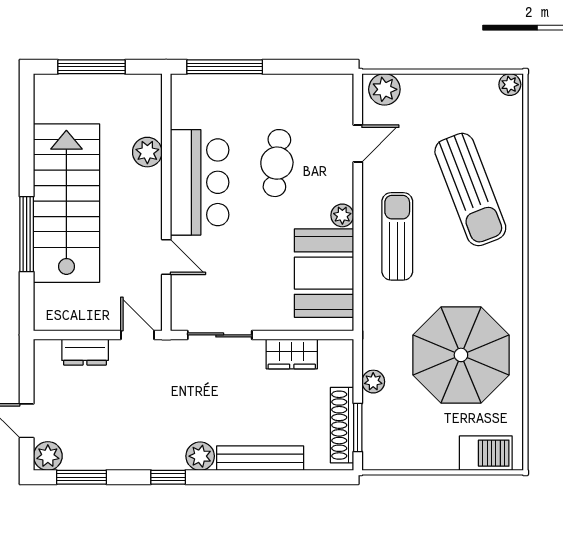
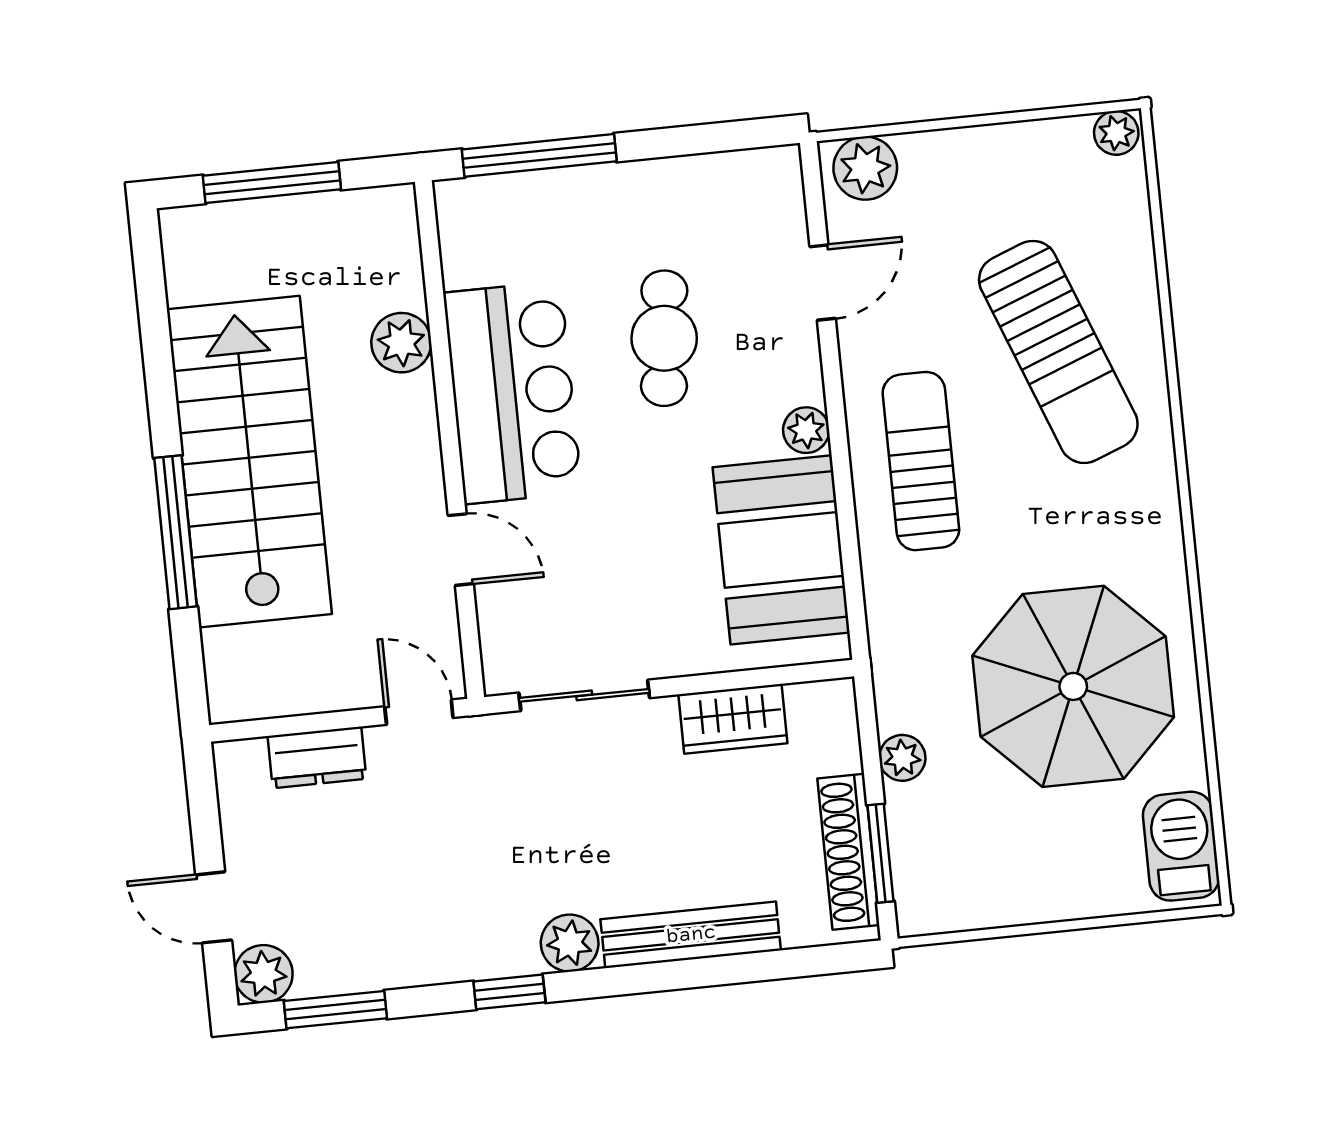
barbecue: (486, 453) -> (1181, 846), moved, turned -90

